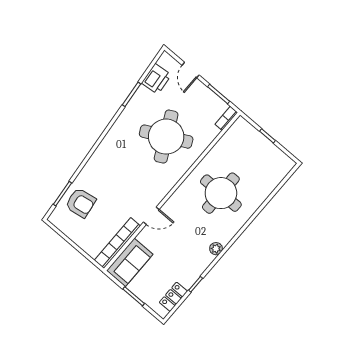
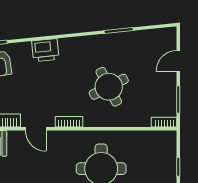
printer: (156, 79) -> (45, 50), moved
round table: (166, 137) -> (109, 87), width x0.73, depth x0.73
bookcase: (167, 187) -> (69, 122), added

